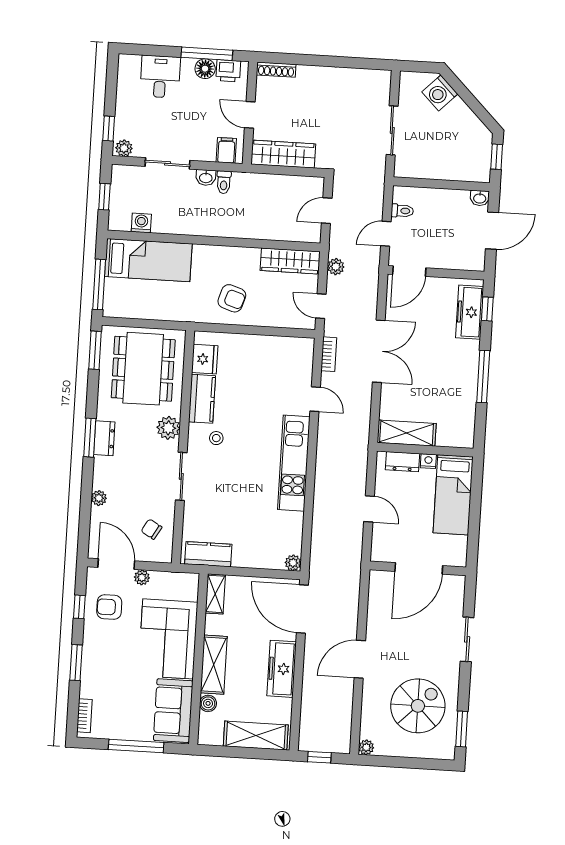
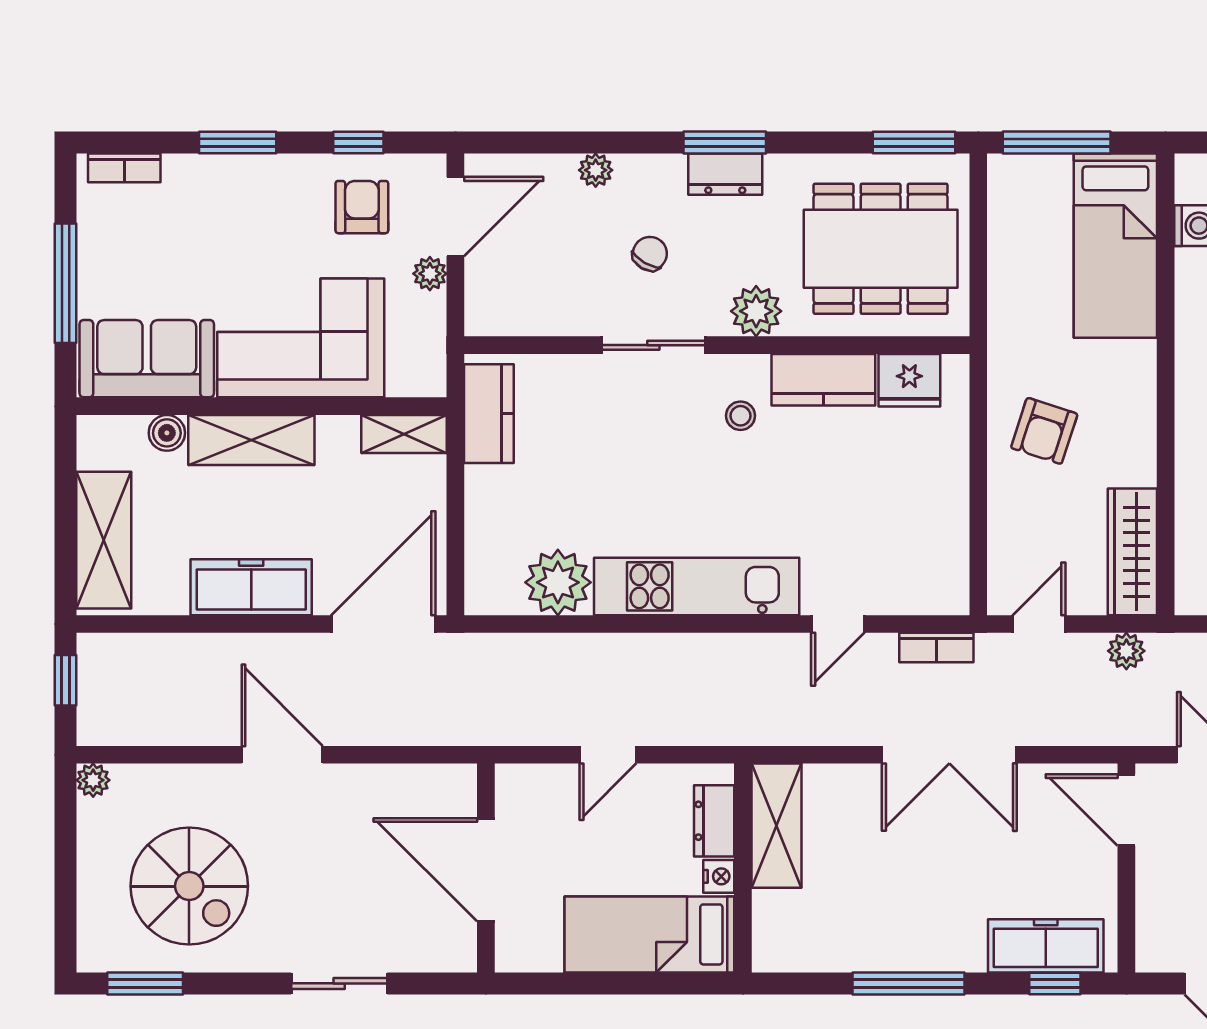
chair: (151, 529) -> (650, 254), moved
plant: (293, 563) -> (558, 582), moved, width x1.88, depth x1.88

